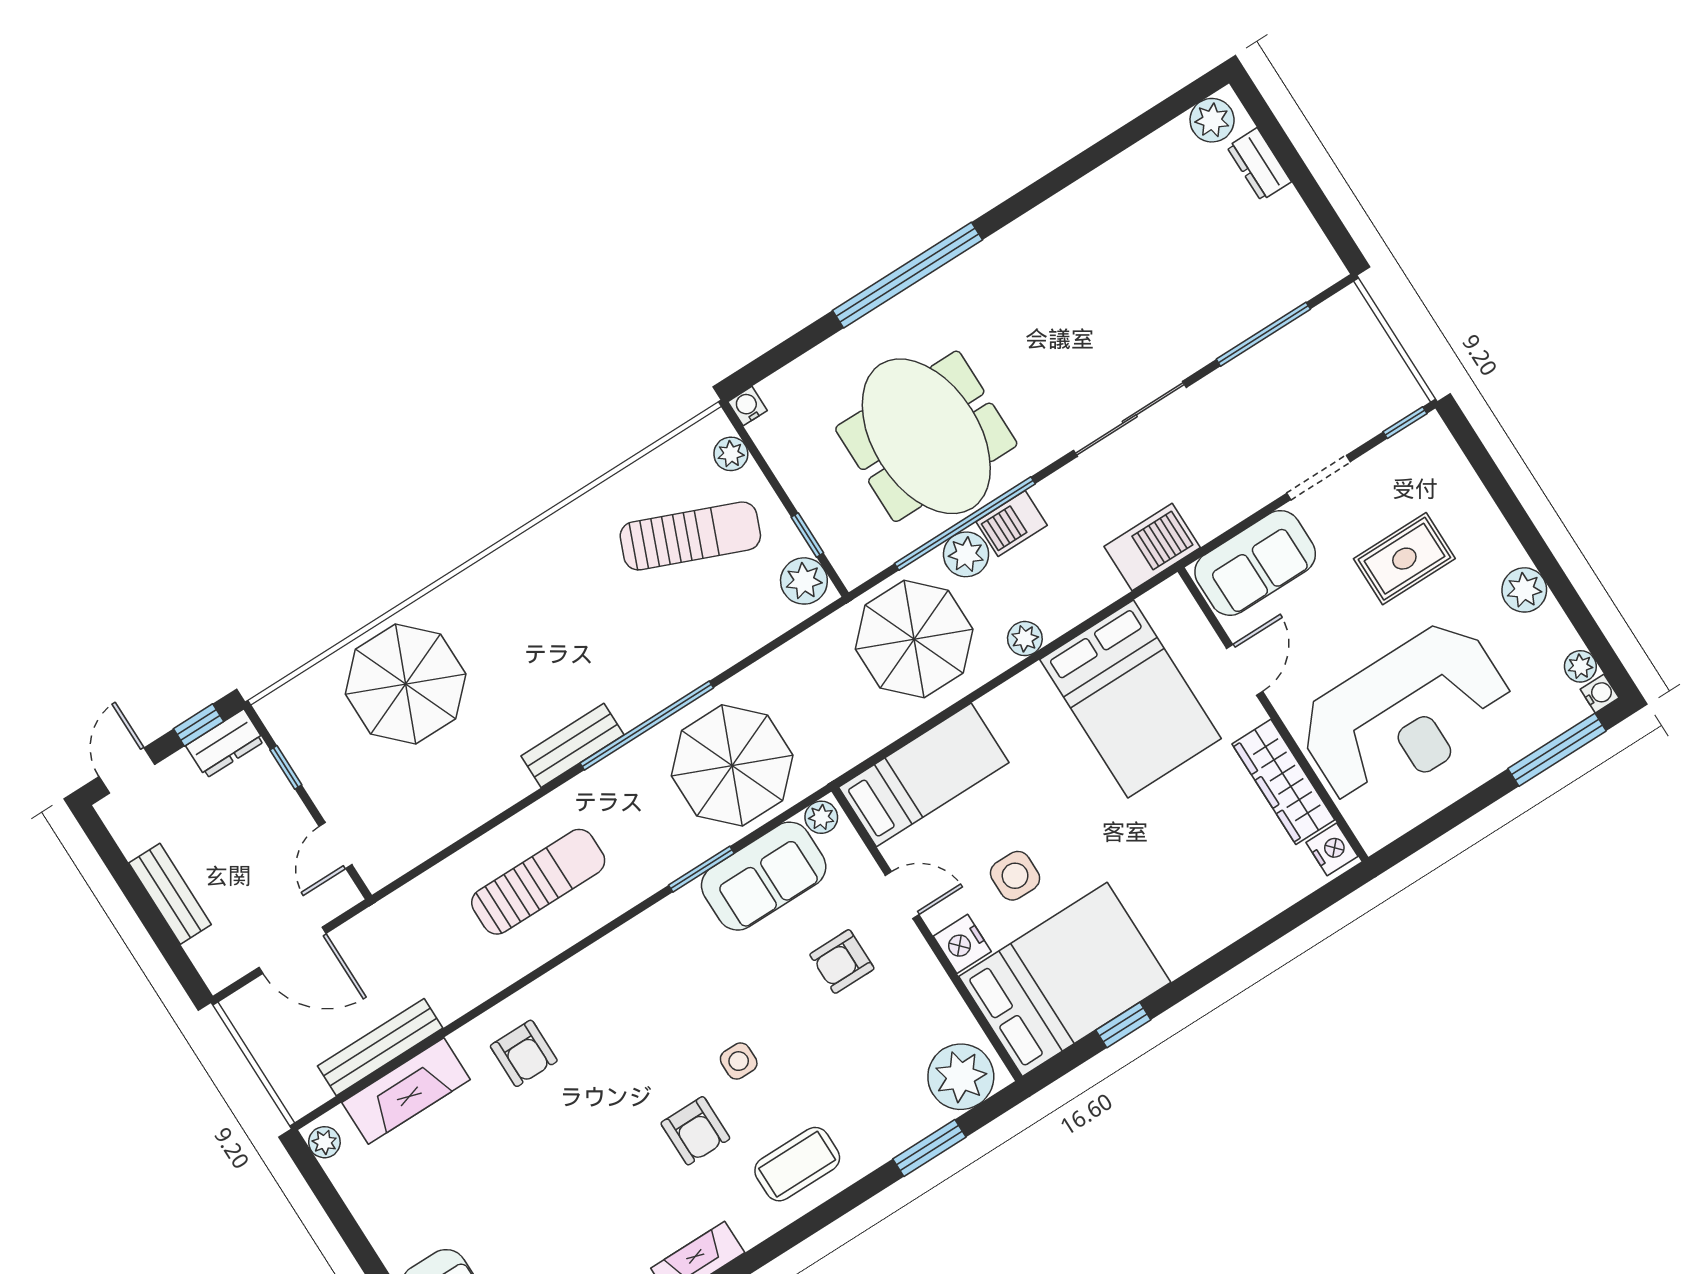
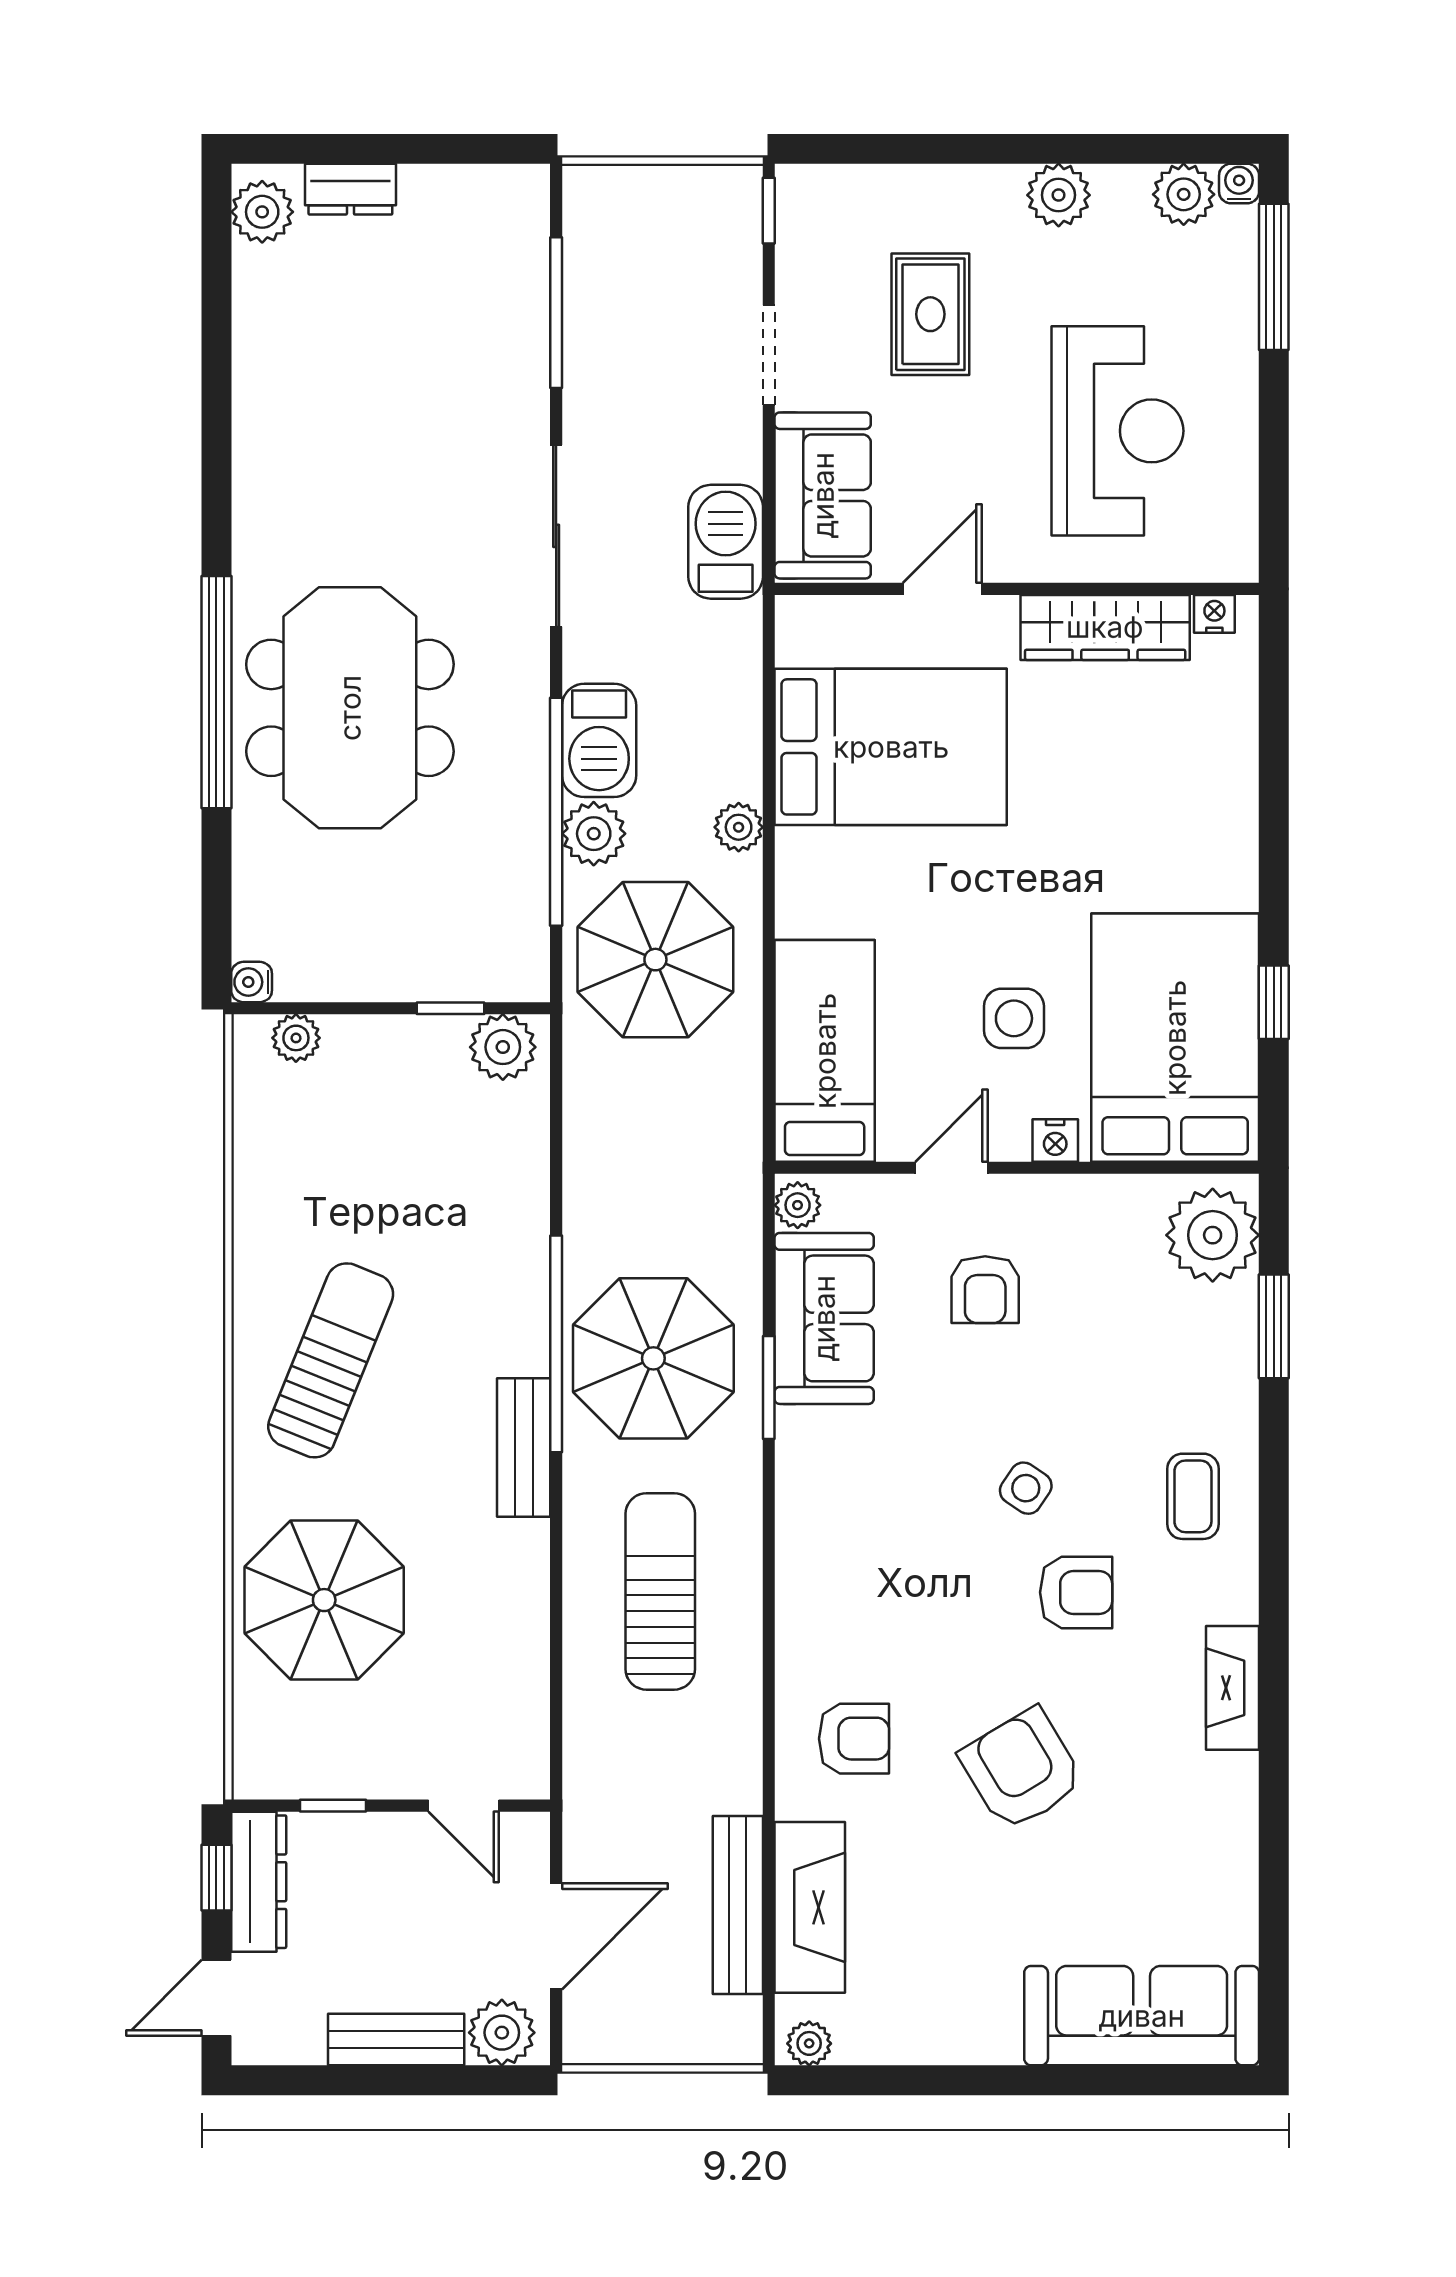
meeting table: (926, 436) -> (350, 708), moved, turned 90
barbecue: (1012, 523) -> (599, 740), width x1.38, depth x1.27
sun lounger: (690, 536) -> (331, 1360), moved
barbecue: (1152, 547) -> (726, 542), moved
plant: (1580, 666) -> (1184, 194), width x1.38, depth x1.38
door: (1245, 670) -> (942, 589), hinge flipped
reception desk: (1406, 715) -> (1117, 431), width x0.74, depth x0.77
dresser: (225, 744) -> (259, 1882), width x1.44
parasol: (732, 765) -> (653, 1358), moved
door: (127, 771) -> (216, 1998), hinge flipped
nightstand: (1332, 849) -> (1214, 614), width x0.72, depth x0.74
nightstand: (962, 944) -> (1055, 1140), width x0.72, depth x0.74
plant: (214, 954) -> (502, 2033), added
side table: (739, 1061) -> (1026, 1488), turned 34
coffee table: (797, 1164) -> (1193, 1496), width x0.73, depth x0.77
armchair: (569, 1165) -> (1022, 1769), added

